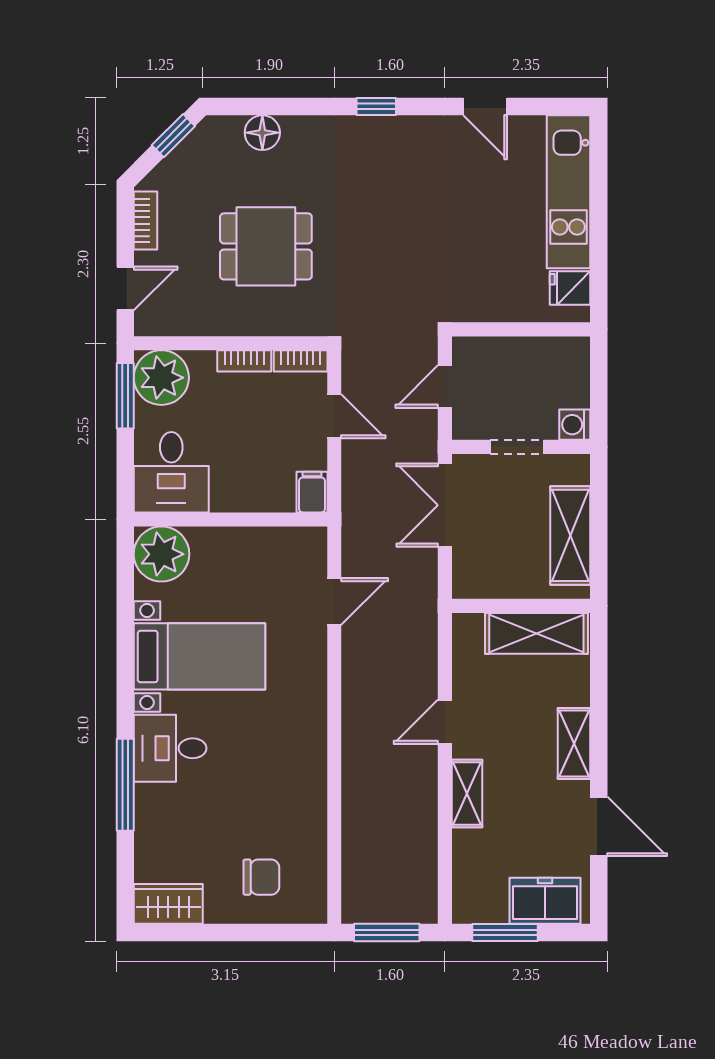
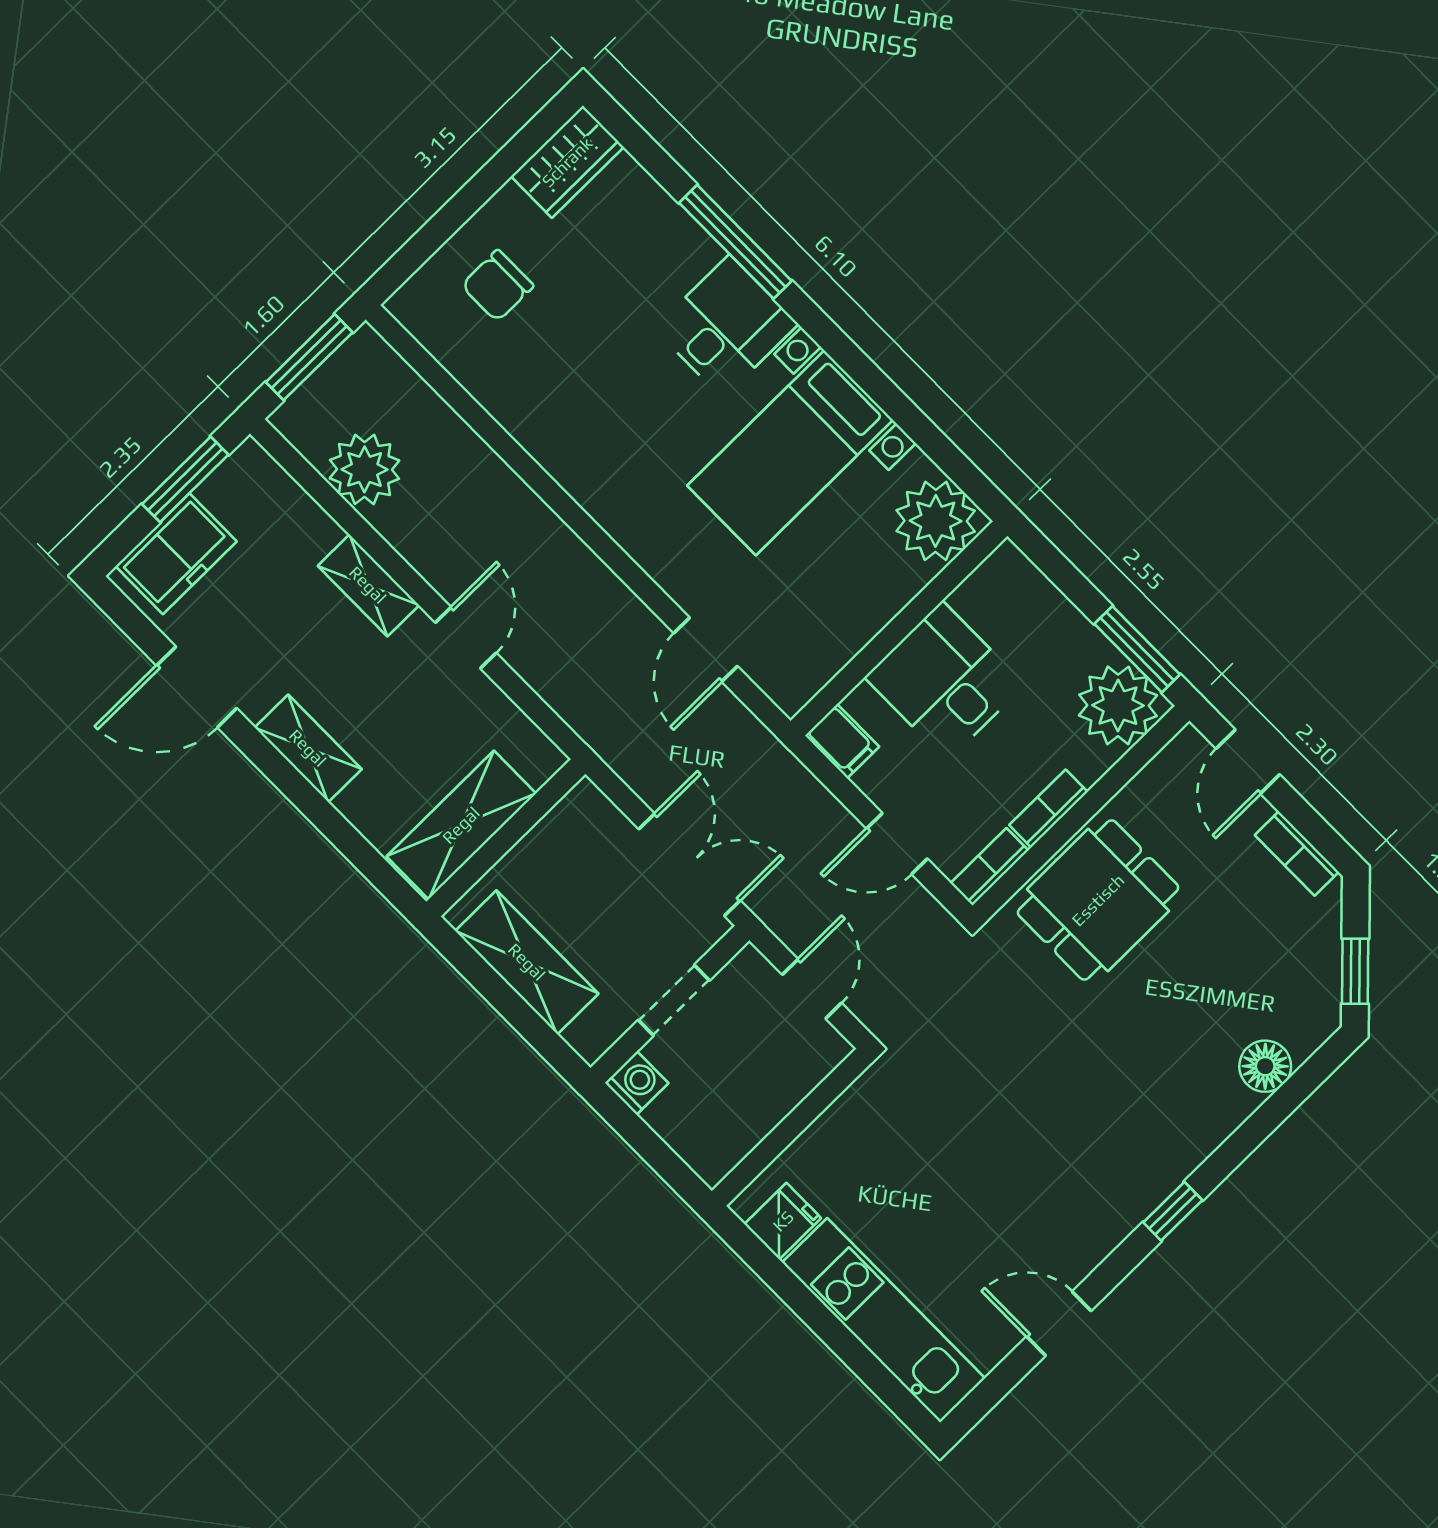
dining table: (266, 246) -> (1098, 900), moved
desk: (171, 472) -> (945, 681), moved
plant: (413, 852) -> (364, 469), added

